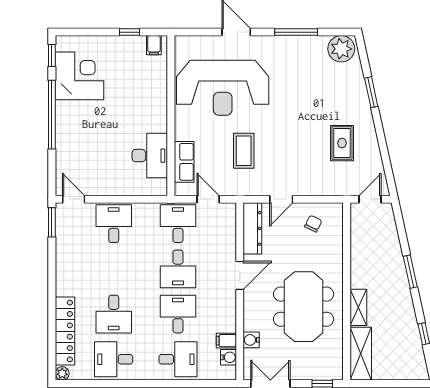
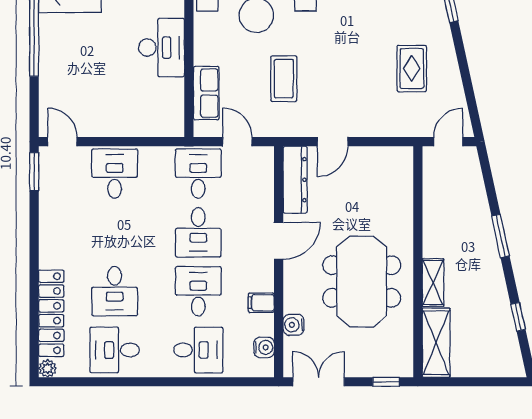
desk: (150, 156) -> (162, 48), moved
chair: (313, 224) -> (374, 173), removed
filing cabinet: (226, 341) -> (261, 303), moved

